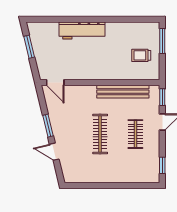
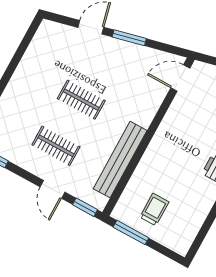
window: (162, 41) -> (131, 232), moved
clothes rail: (100, 134) -> (81, 100), width x0.73

